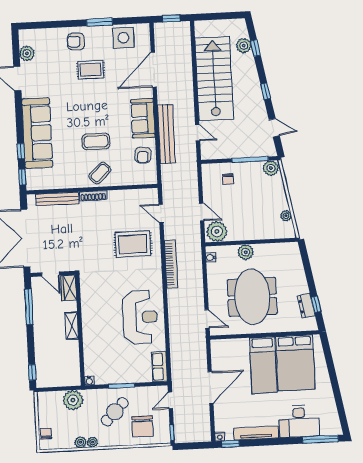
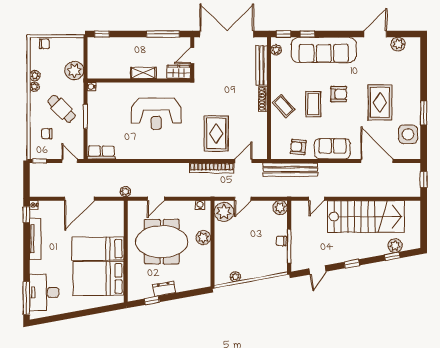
armchair: (76, 41) -> (339, 94), moved, turned 90
rug: (91, 70) -> (380, 102), width x1.36, depth x1.43
bench: (166, 134) -> (290, 170), moved
plant: (271, 168) -> (280, 208), moved
chair: (228, 179) -> (281, 241), moved
plant: (40, 184) -> (276, 50), added
bookcase: (171, 264) -> (212, 168), moved
dresser: (306, 306) -> (164, 289), moved
reception desk: (140, 317) -> (156, 114), moved
door: (207, 319) -> (156, 199), moved
plant: (200, 339) -> (125, 192), added
door: (210, 388) -> (79, 199), hinge flipped
desk: (299, 421) -> (44, 292), moved
chair: (142, 426) -> (47, 134), width x0.54, depth x0.54

